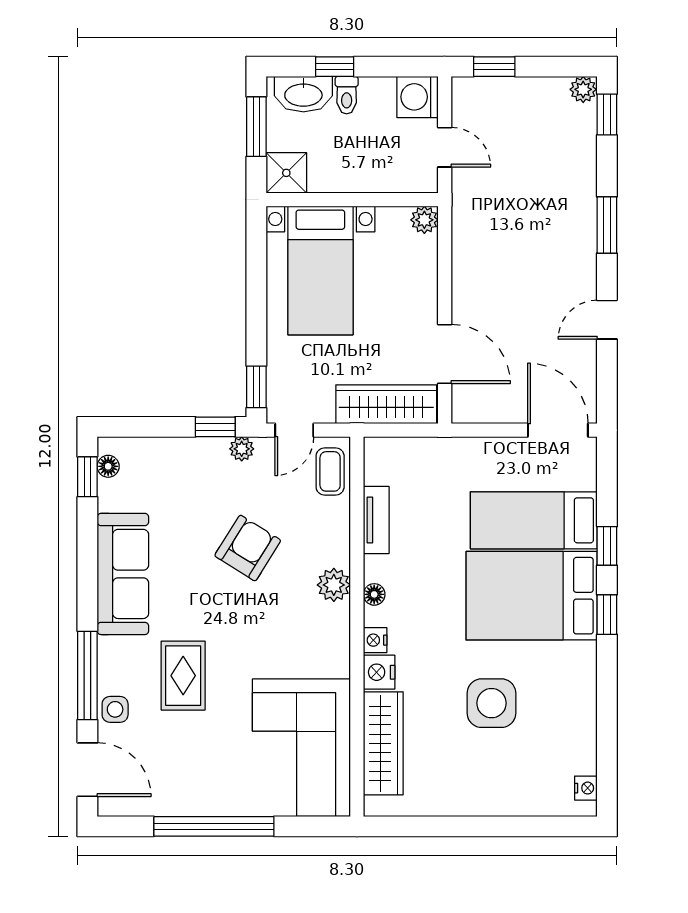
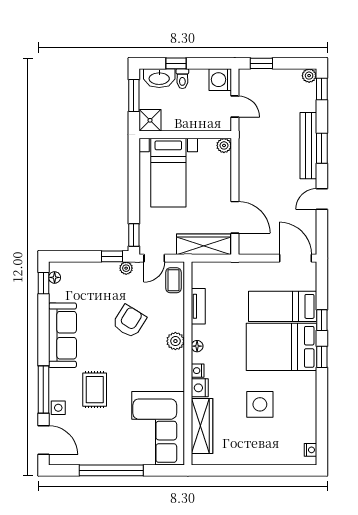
bench: (582, 220) -> (308, 146), added

